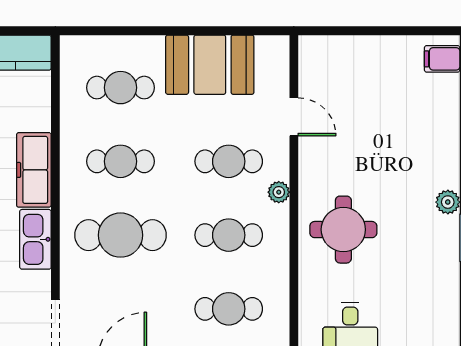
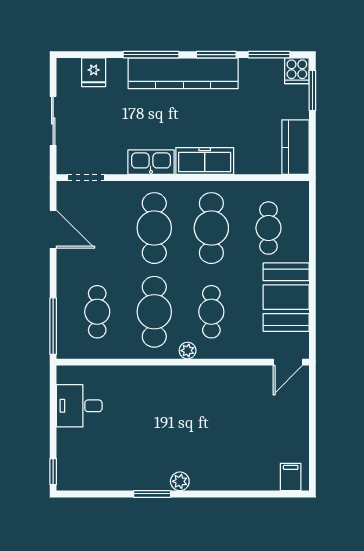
door: (294, 117) -> (288, 362), moved
cafe table: (121, 161) -> (211, 228), width x1.37, depth x1.35
round table: (343, 230) -> (159, 401), removed
cafe table: (229, 235) -> (154, 312), width x1.37, depth x1.35

